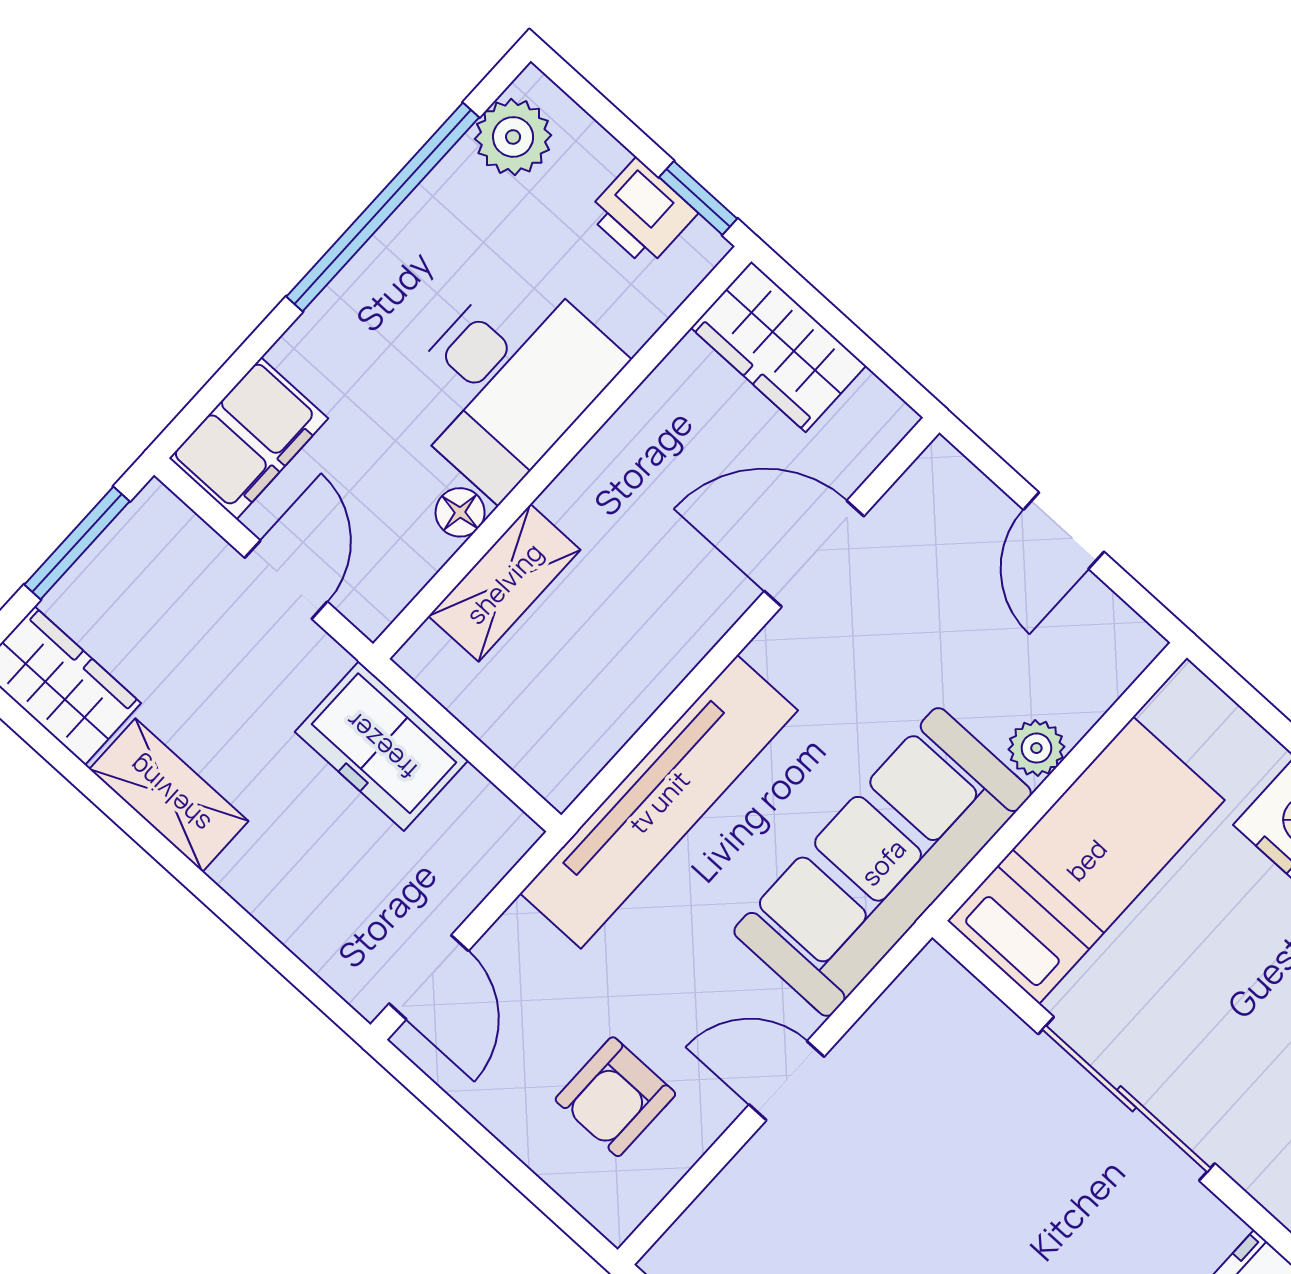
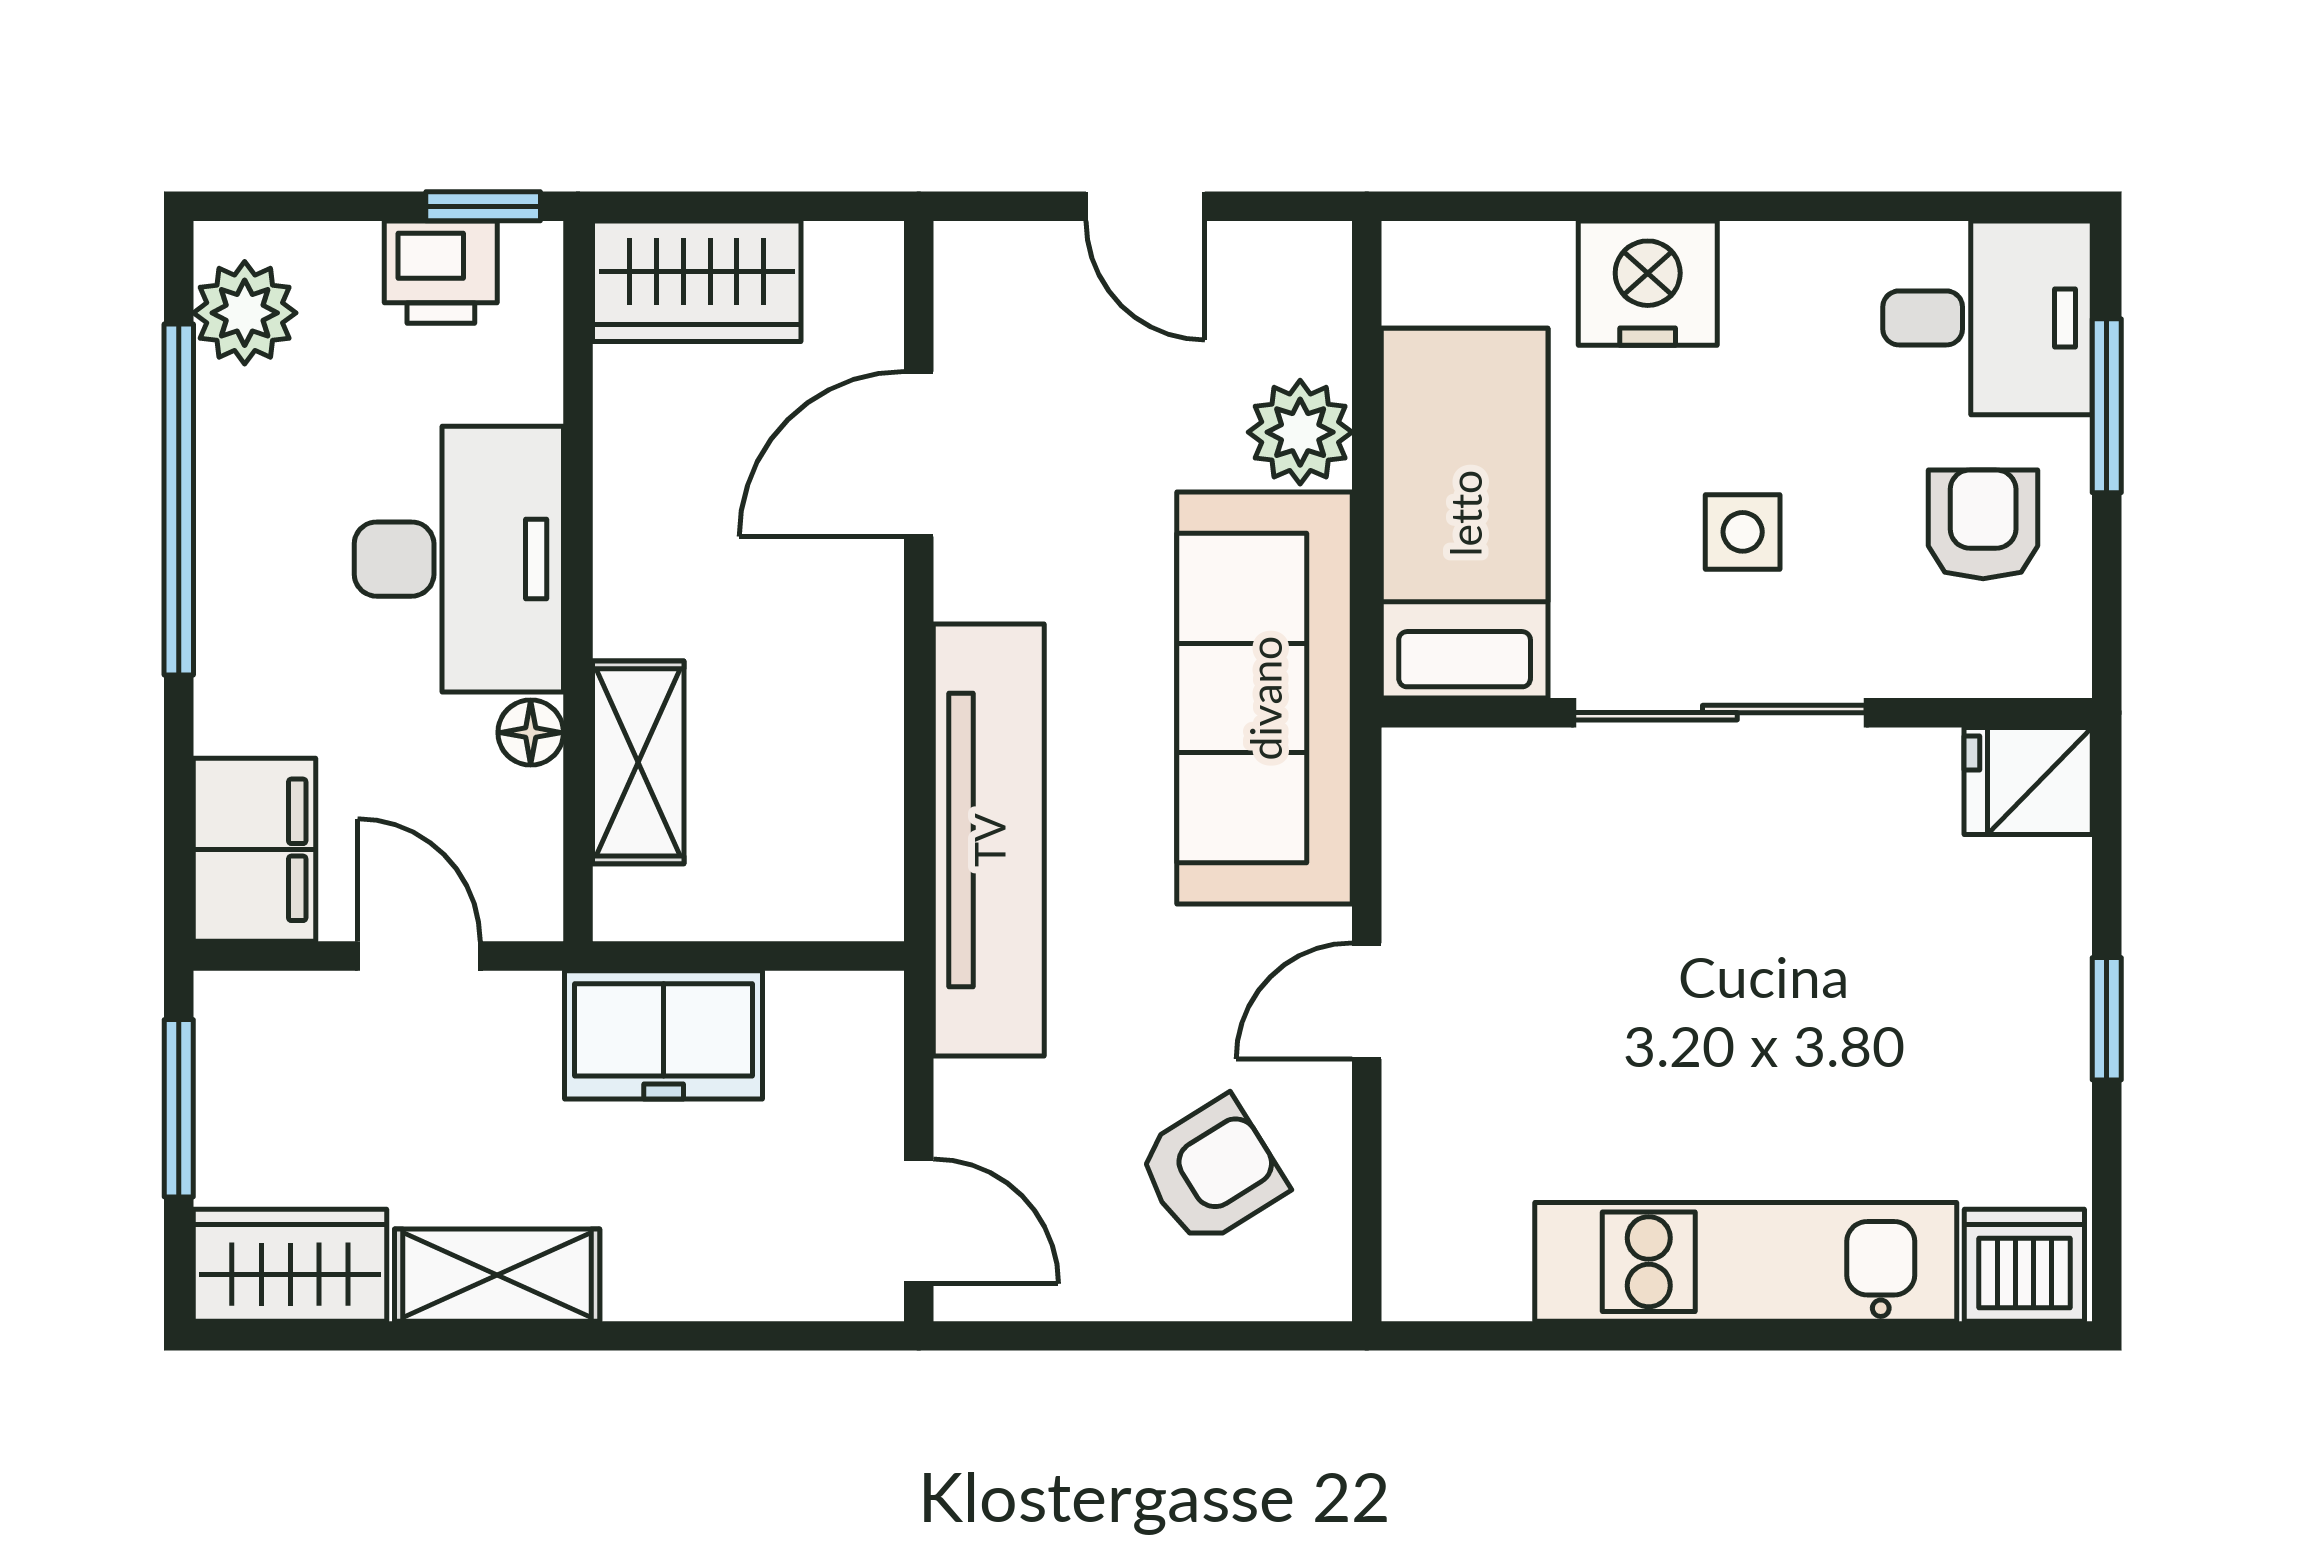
plant: (1036, 748) -> (1300, 432), width x1.38, depth x1.38
side table: (1230, 1010) -> (1743, 532), added
armchair: (615, 1097) -> (1211, 1171), turned -122

